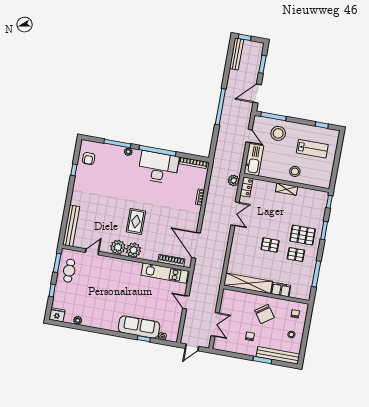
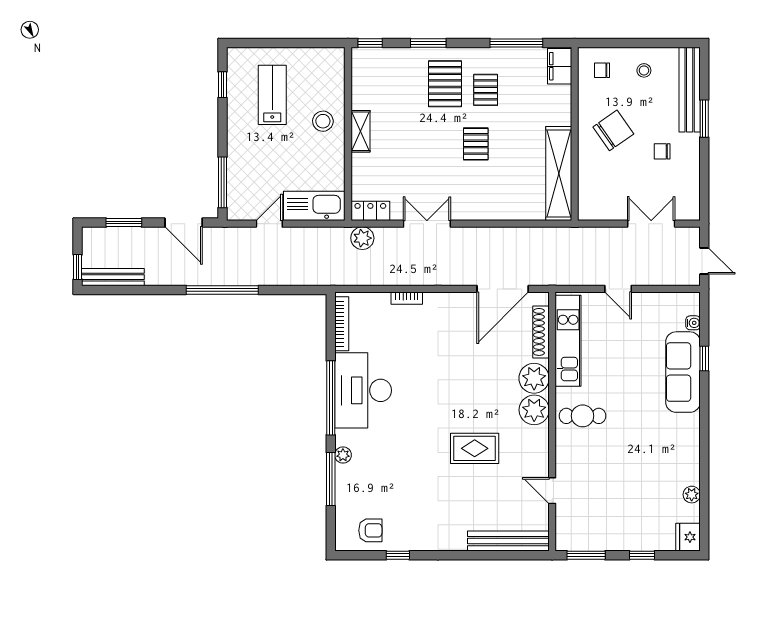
stool: (278, 133) -> (254, 167), removed
rug: (136, 221) -> (475, 448), moved
plant: (118, 247) -> (534, 378), moved
cafe table: (69, 271) -> (583, 416), moved
filing cabinet: (281, 290) -> (560, 66), moved
door: (186, 302) -> (618, 289), hinge flipped

